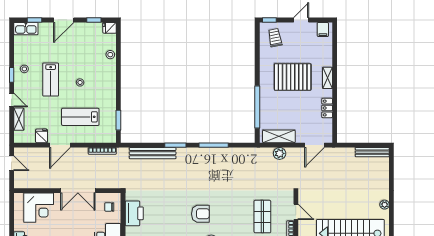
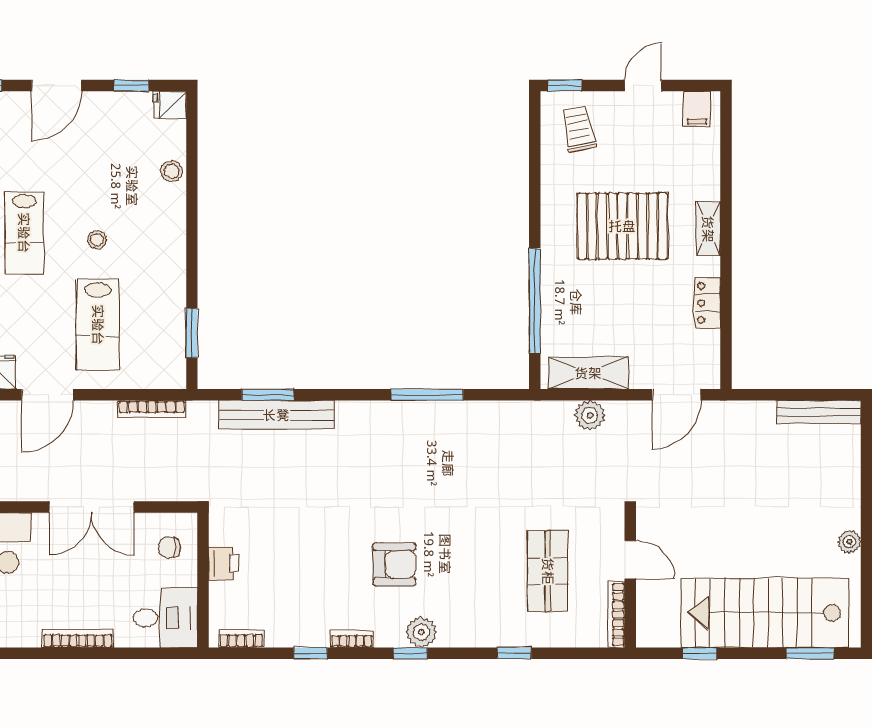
lab bench: (80, 117) -> (98, 325), turned -90
window: (175, 145) -> (268, 395), moved
printer: (134, 213) -> (224, 563), width x0.53, depth x0.68

